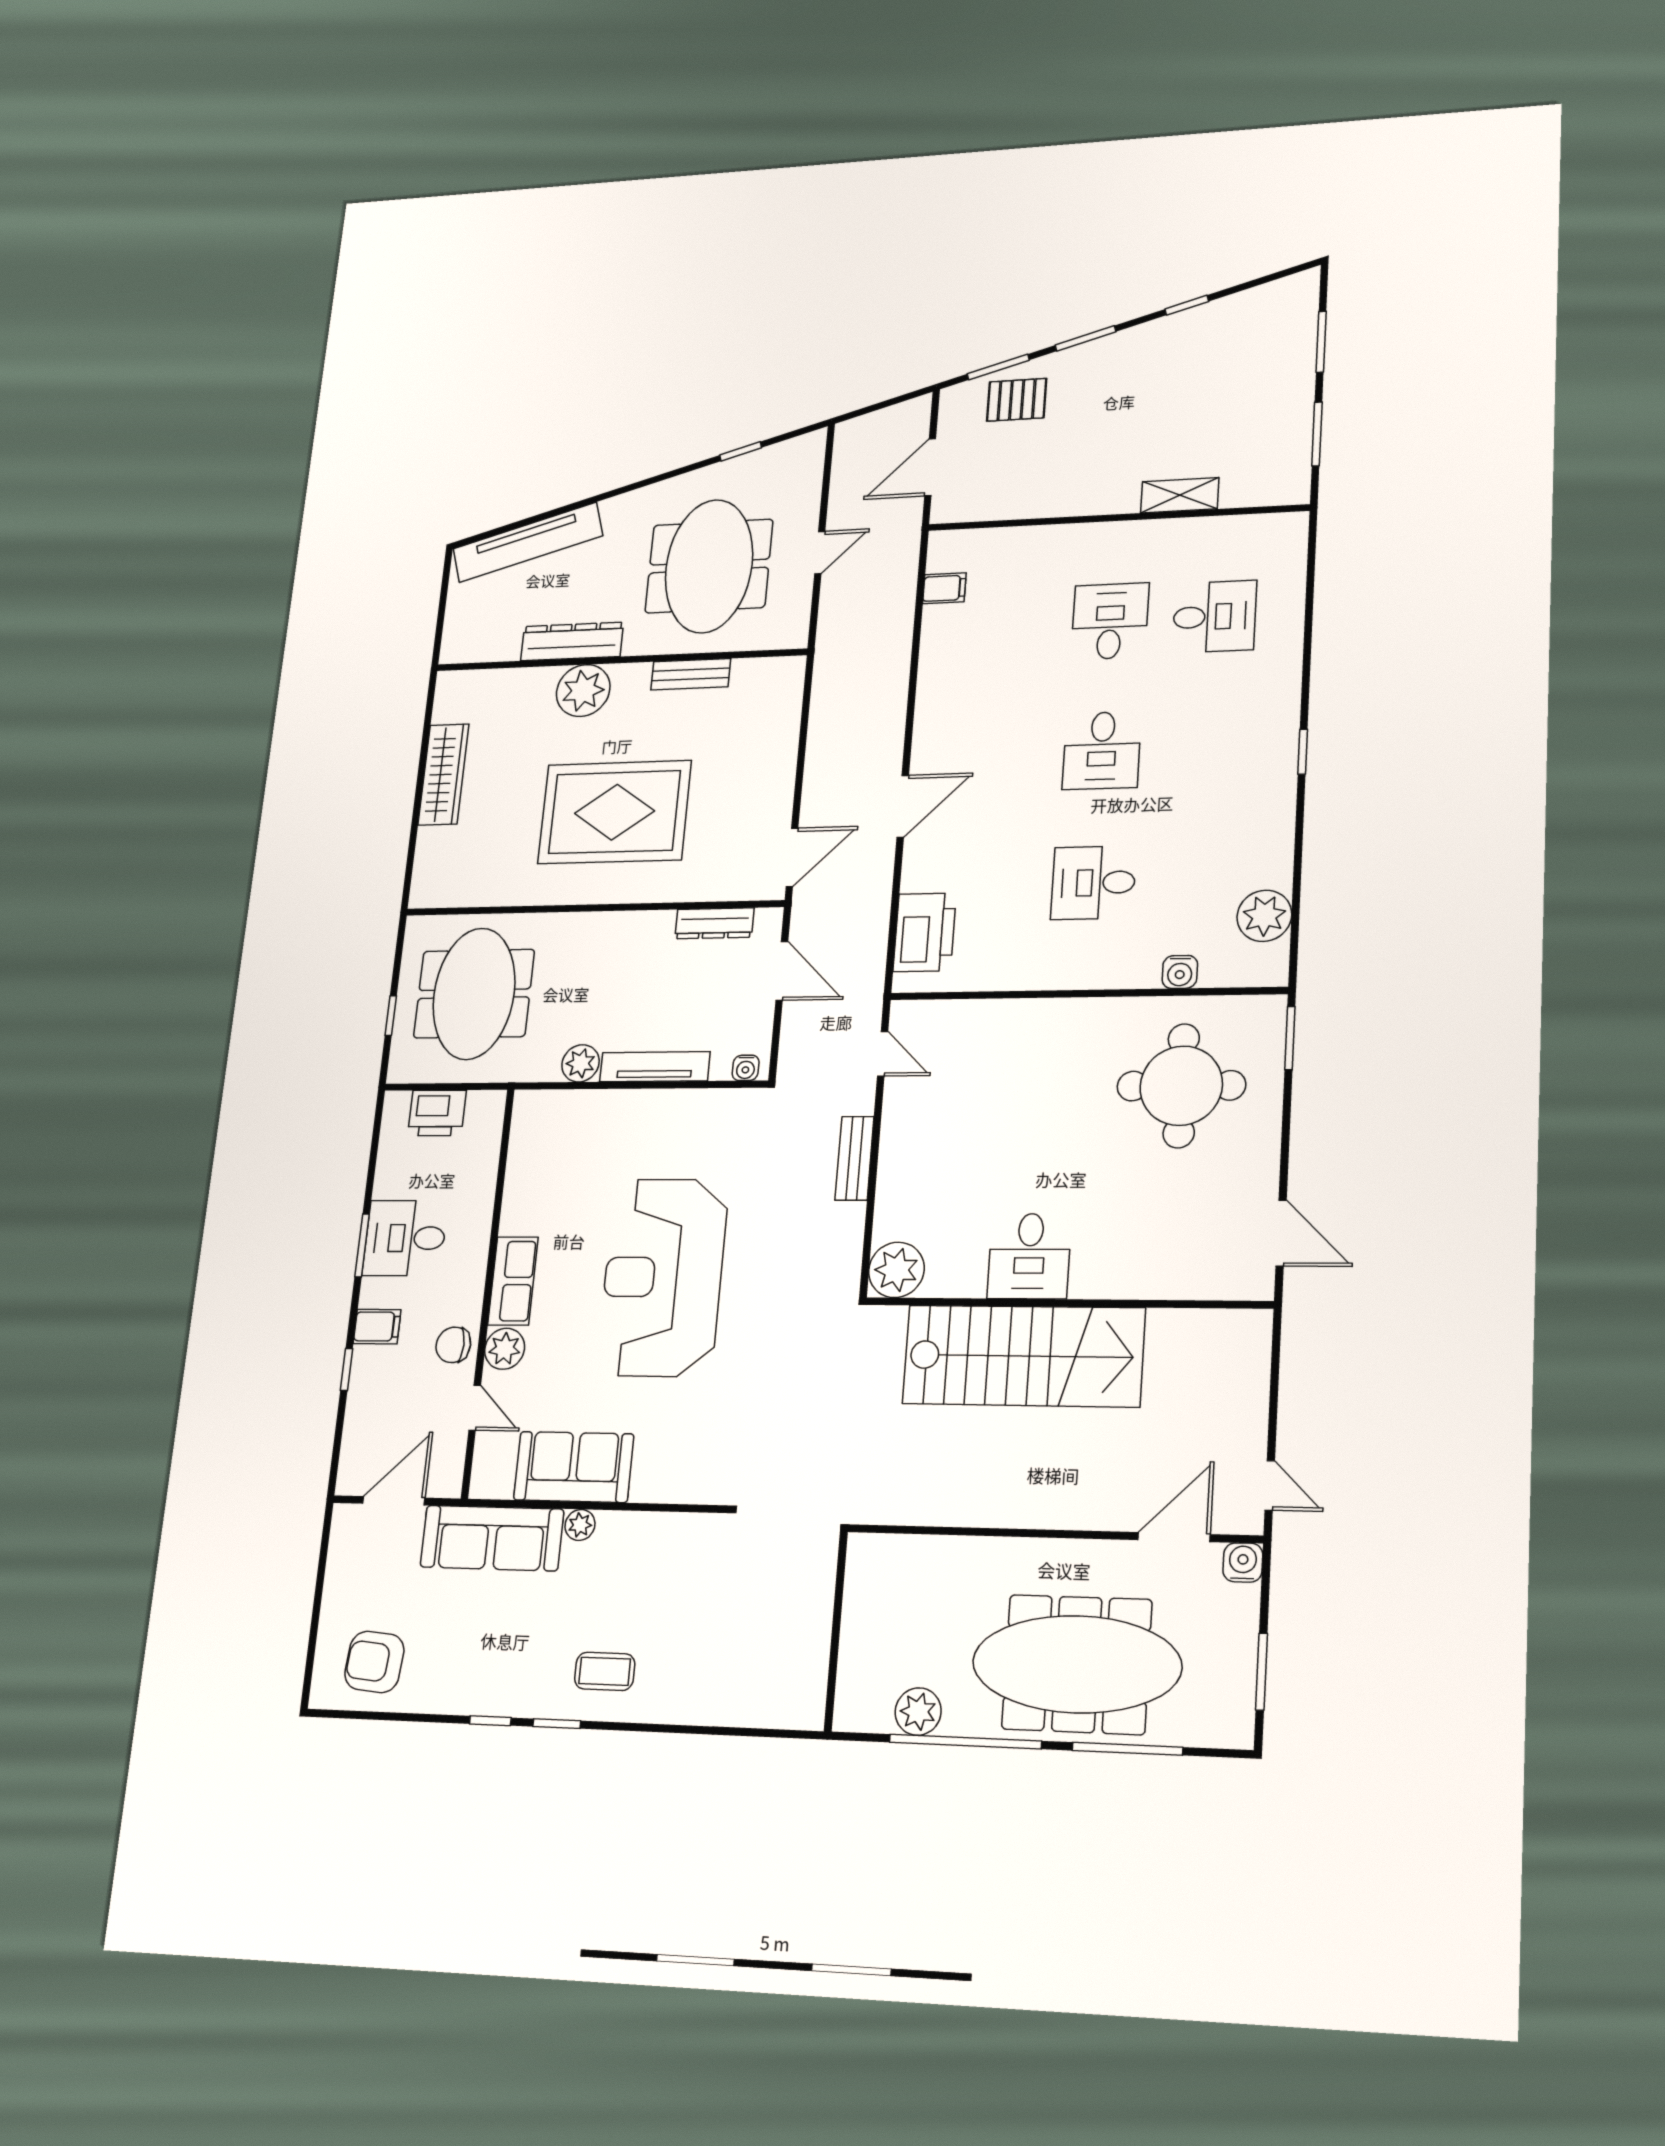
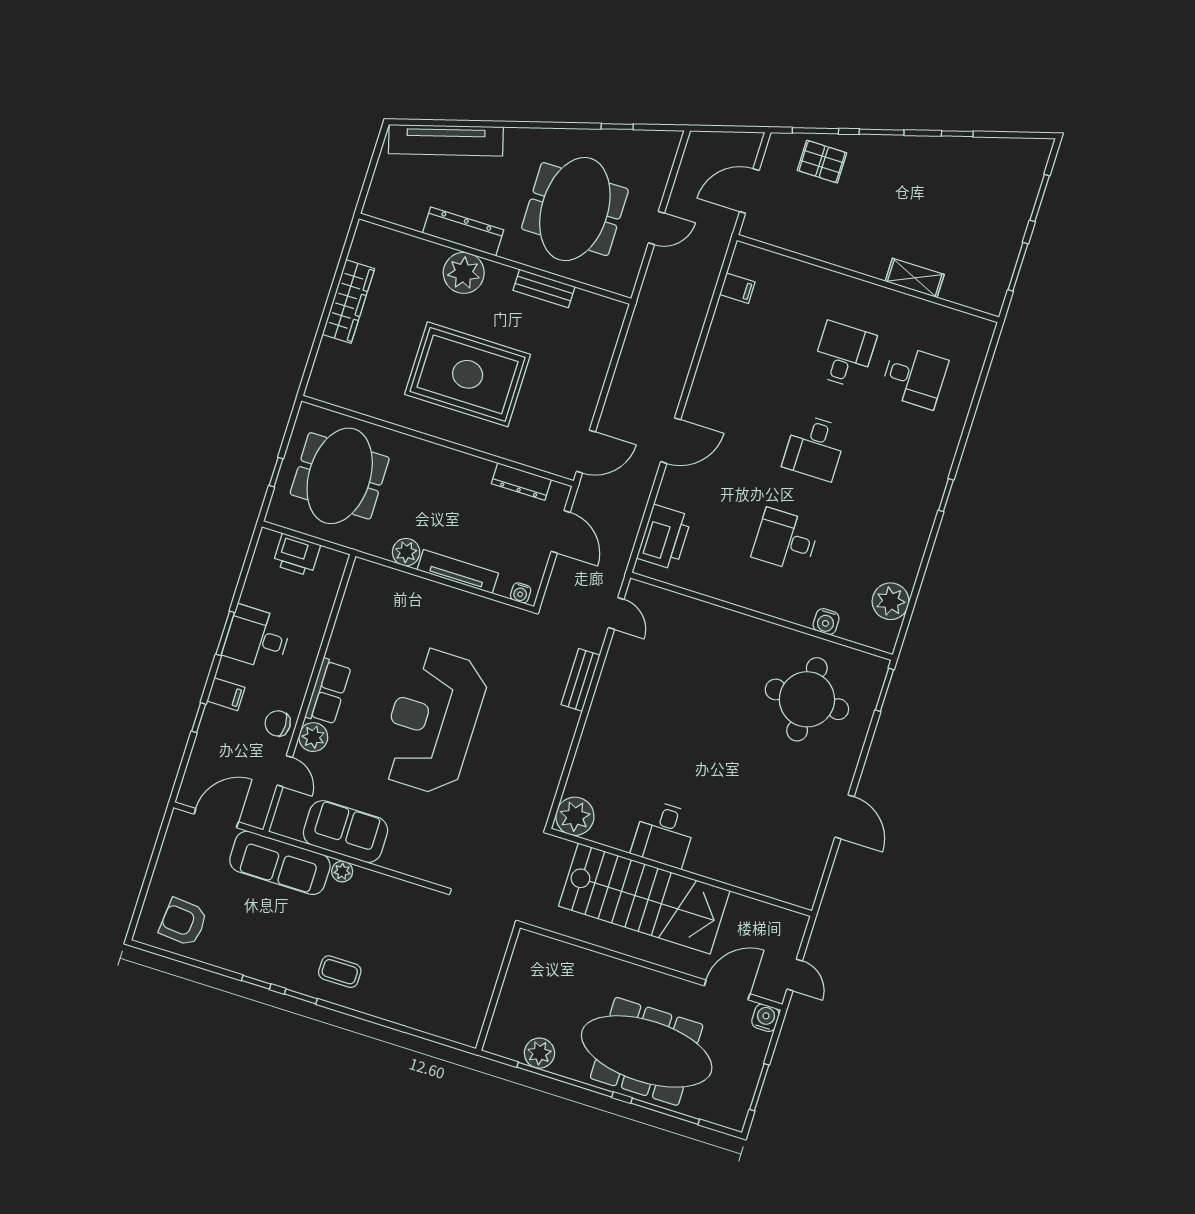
desk: (1029, 1256) -> (664, 834), moved
plant: (896, 1270) -> (575, 816), moved
wall: (1067, 1303) -> (681, 872), moved
stairs: (1023, 1356) -> (644, 898), moved

